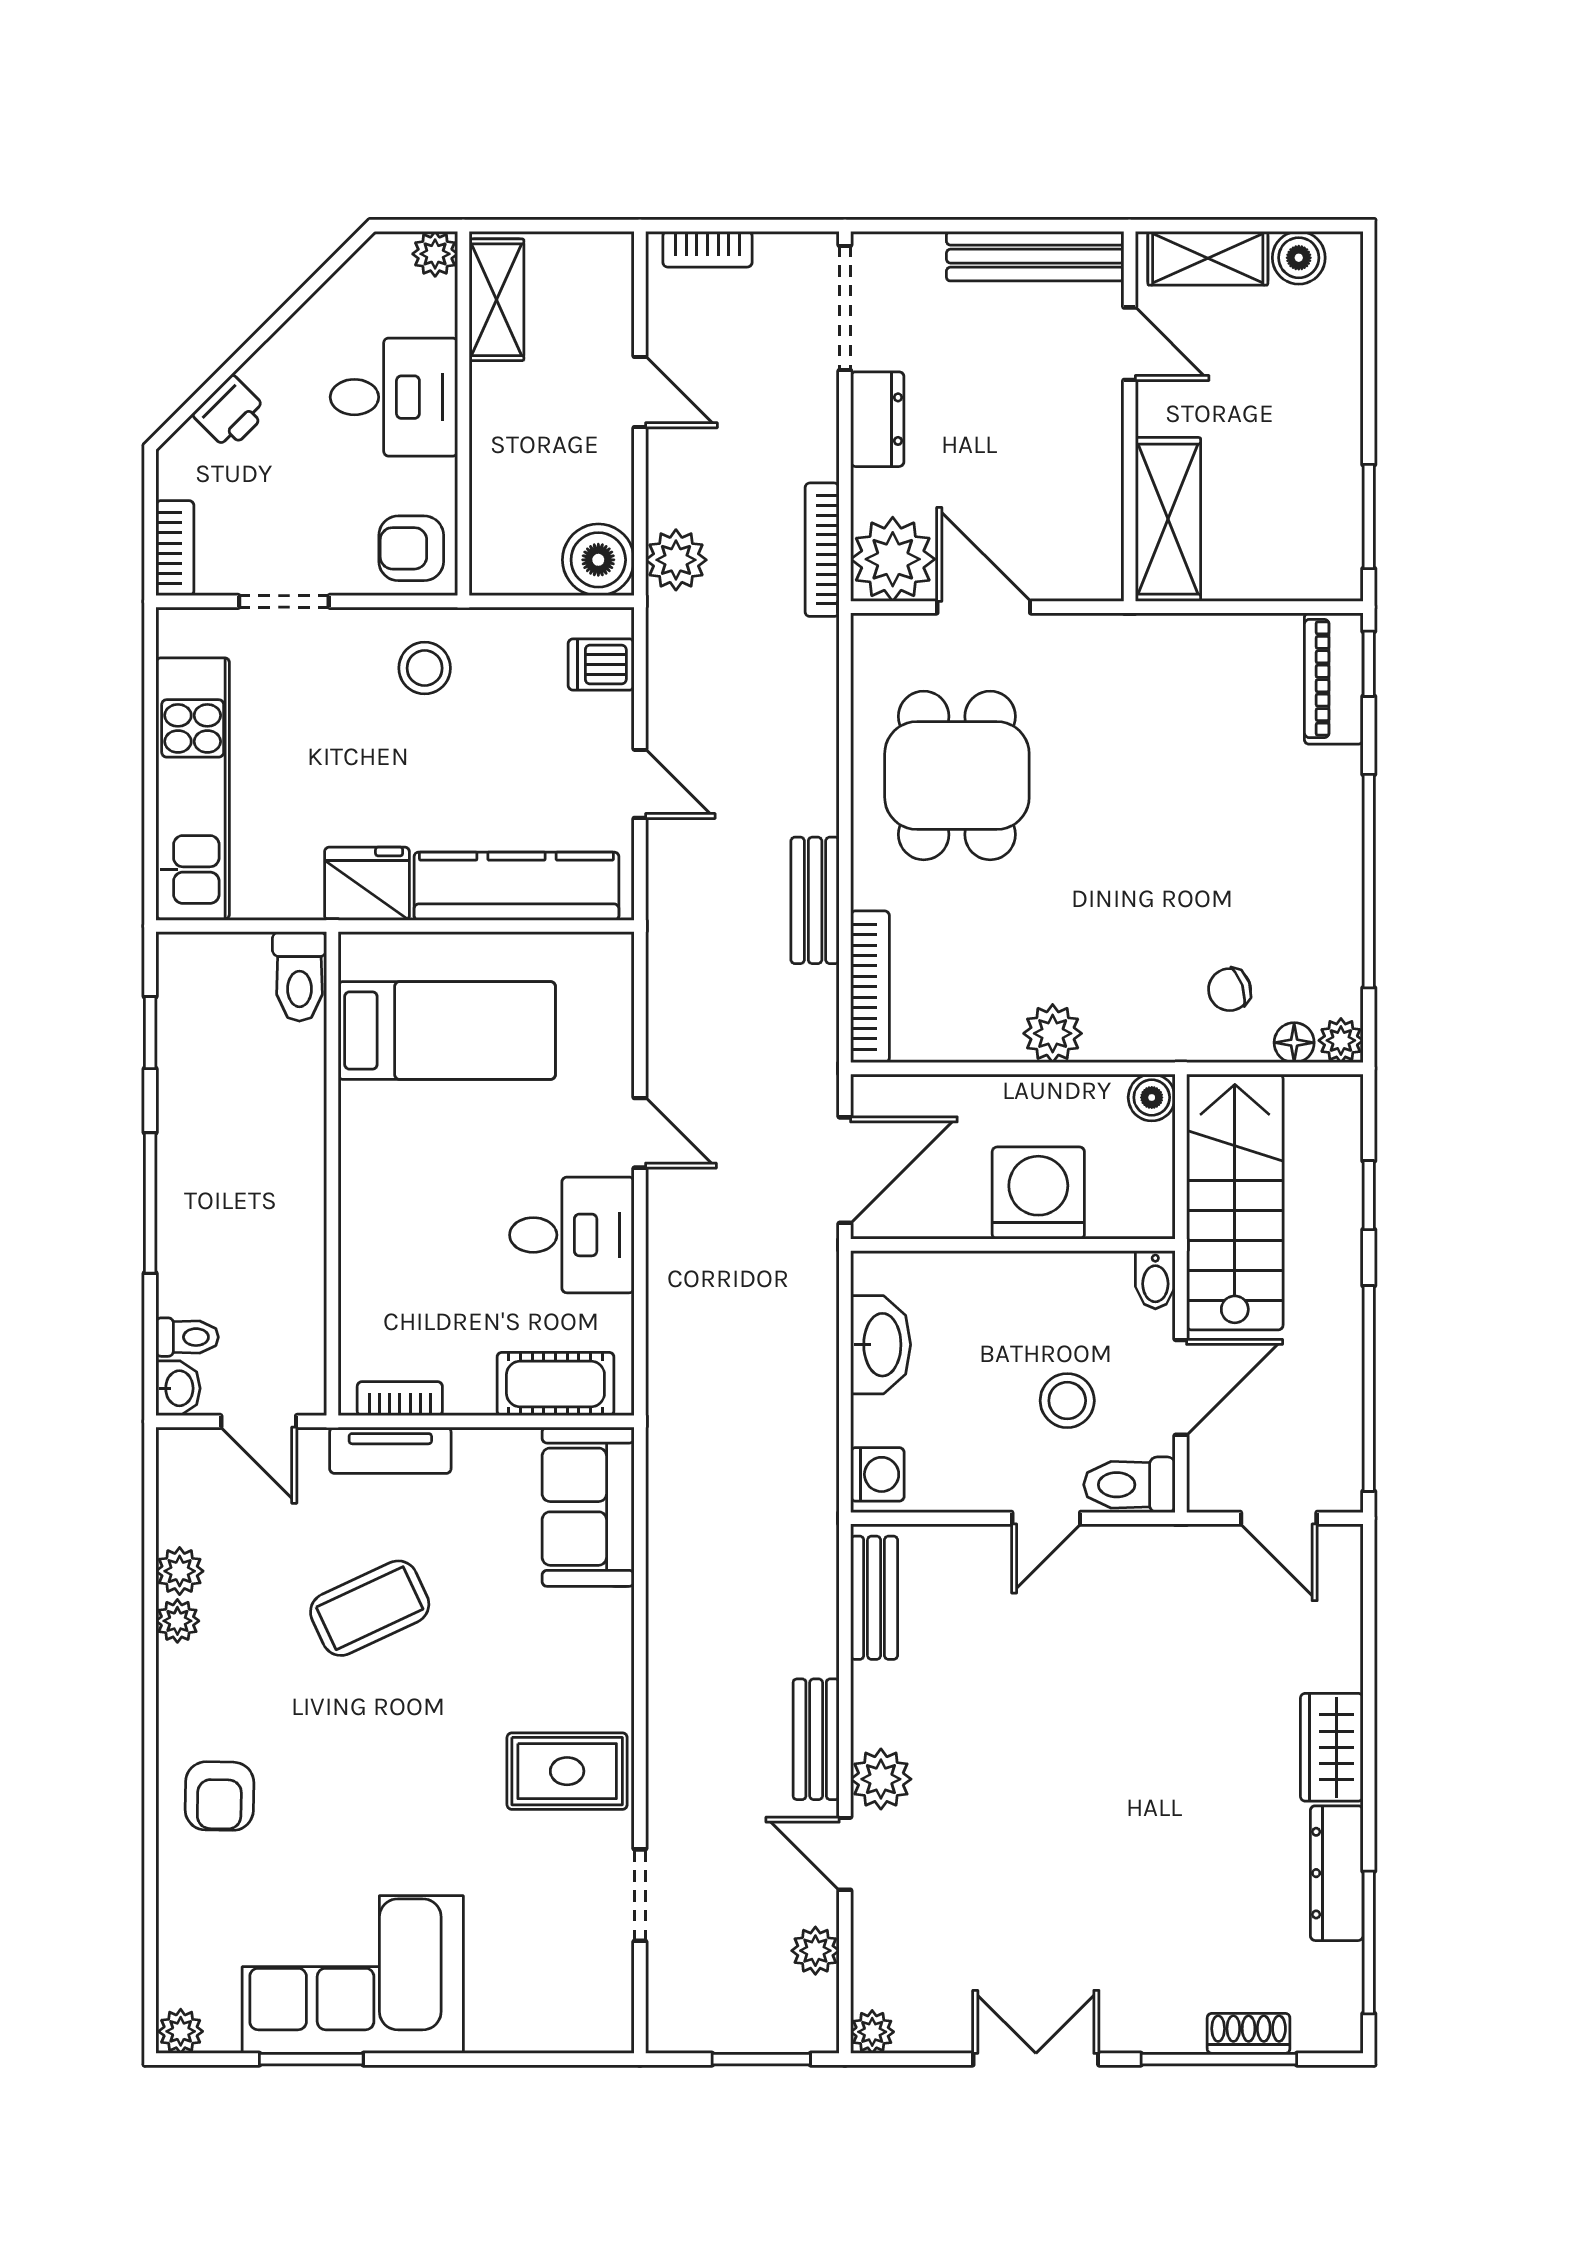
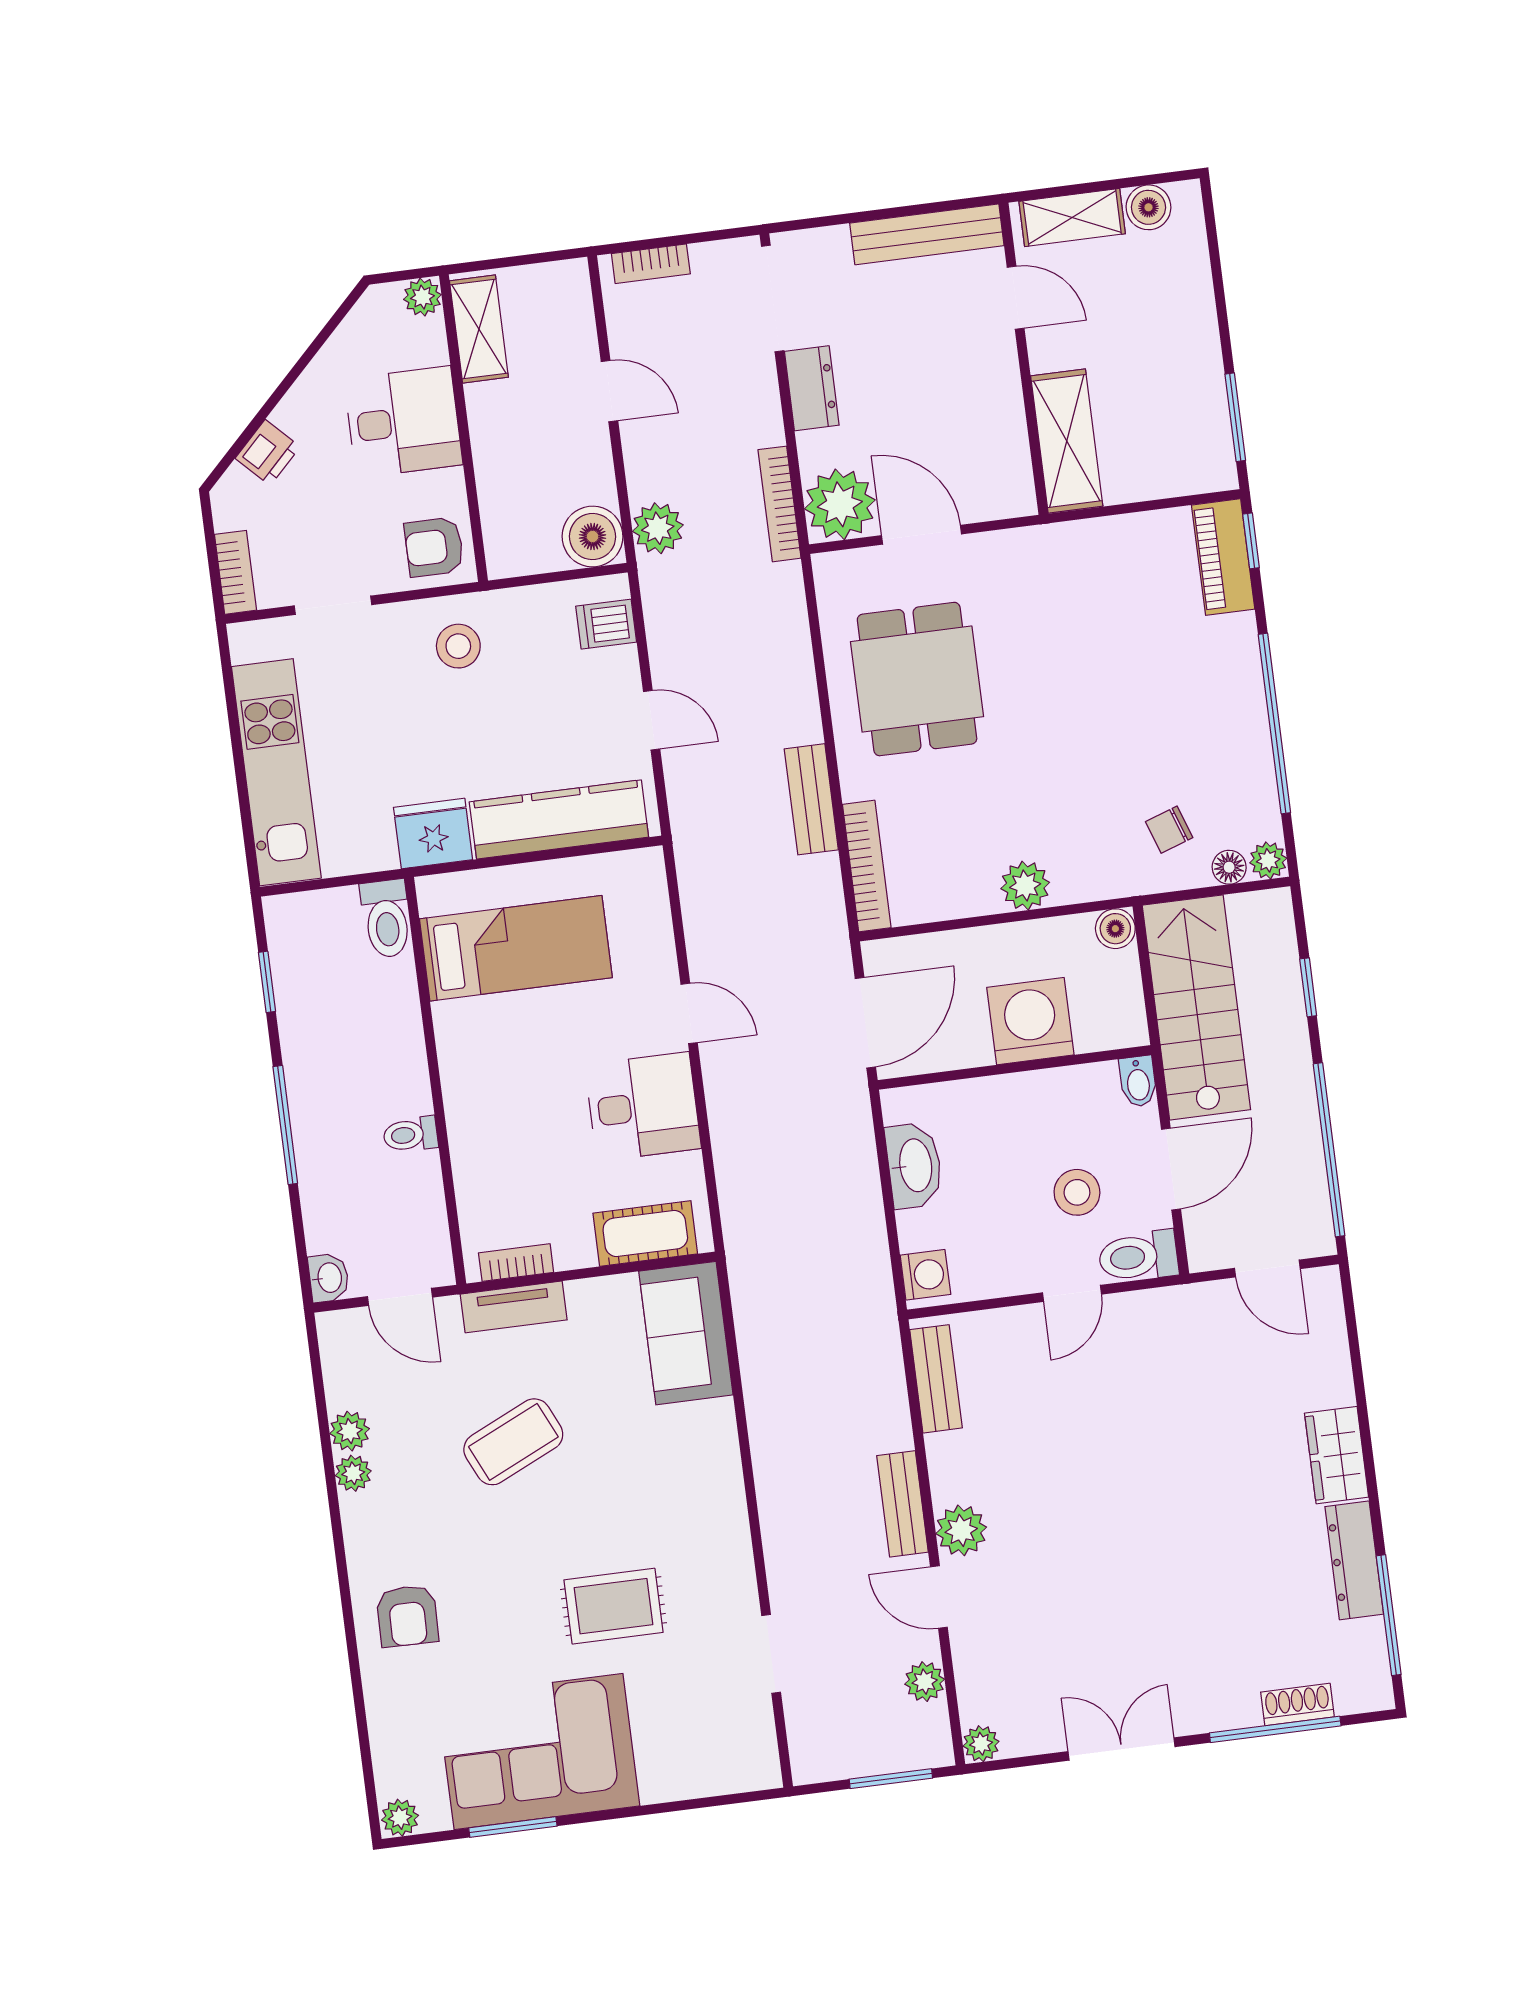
toilet: (187, 1337) -> (410, 1135), moved, turned 180
rug: (567, 1771) -> (613, 1606), moved

